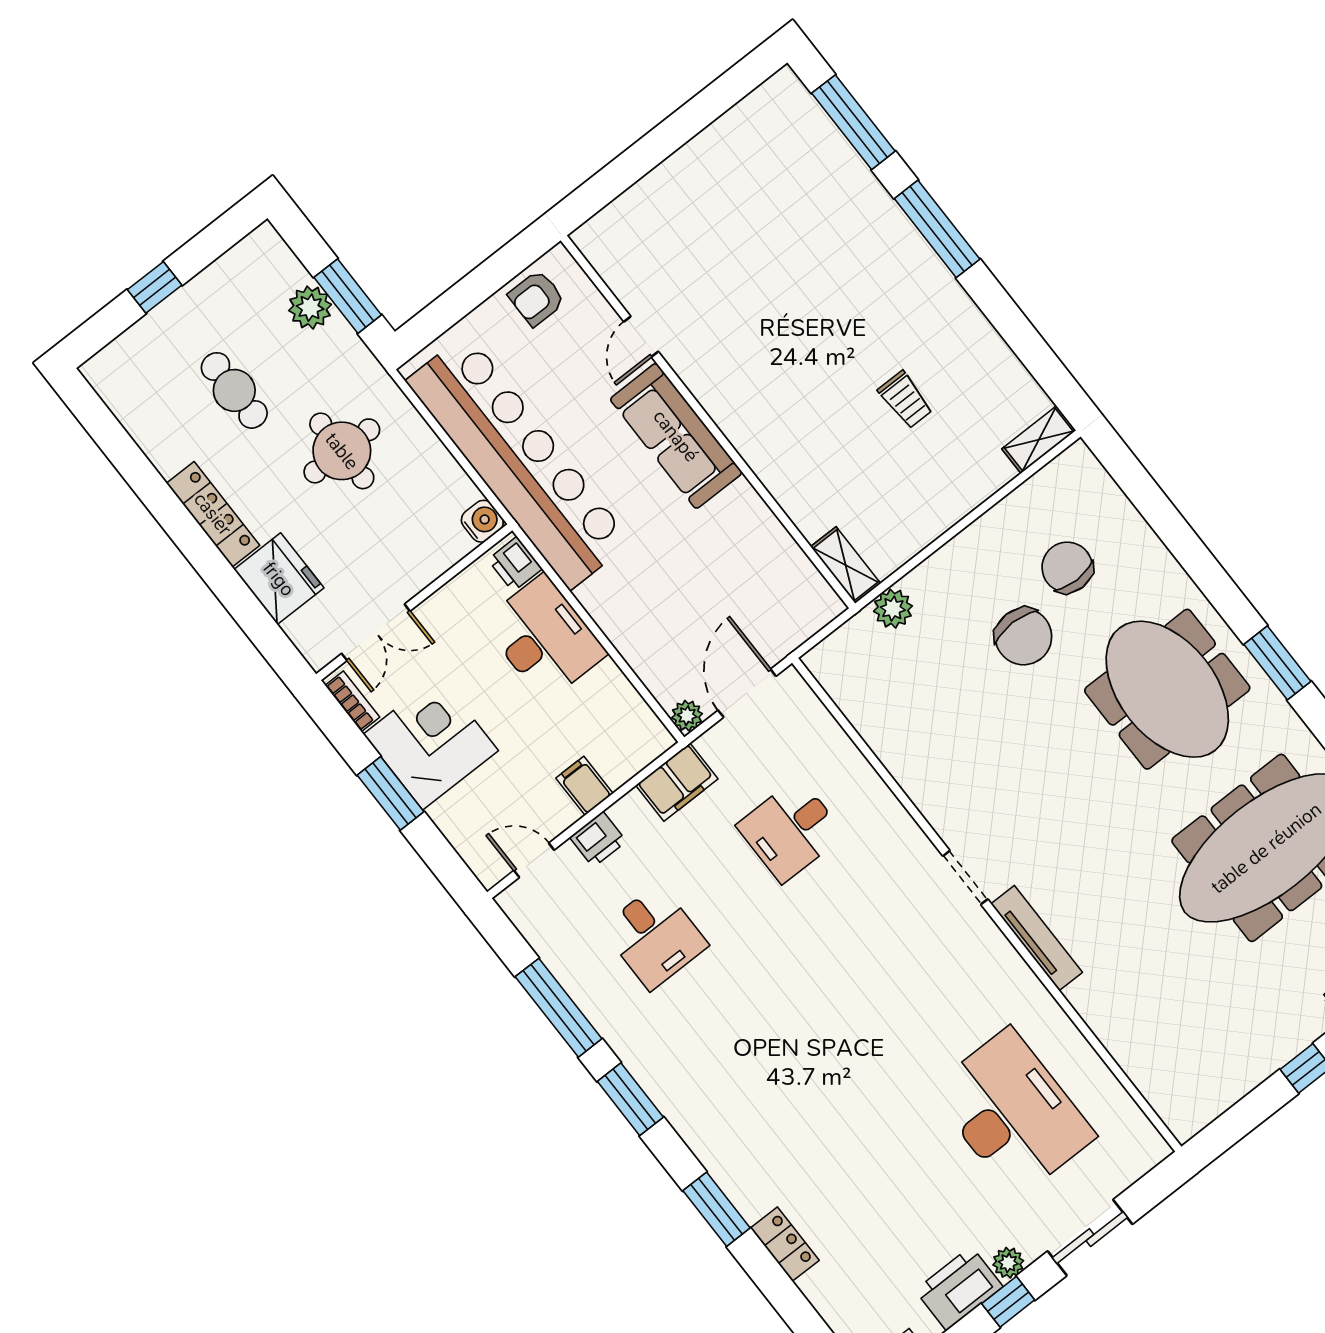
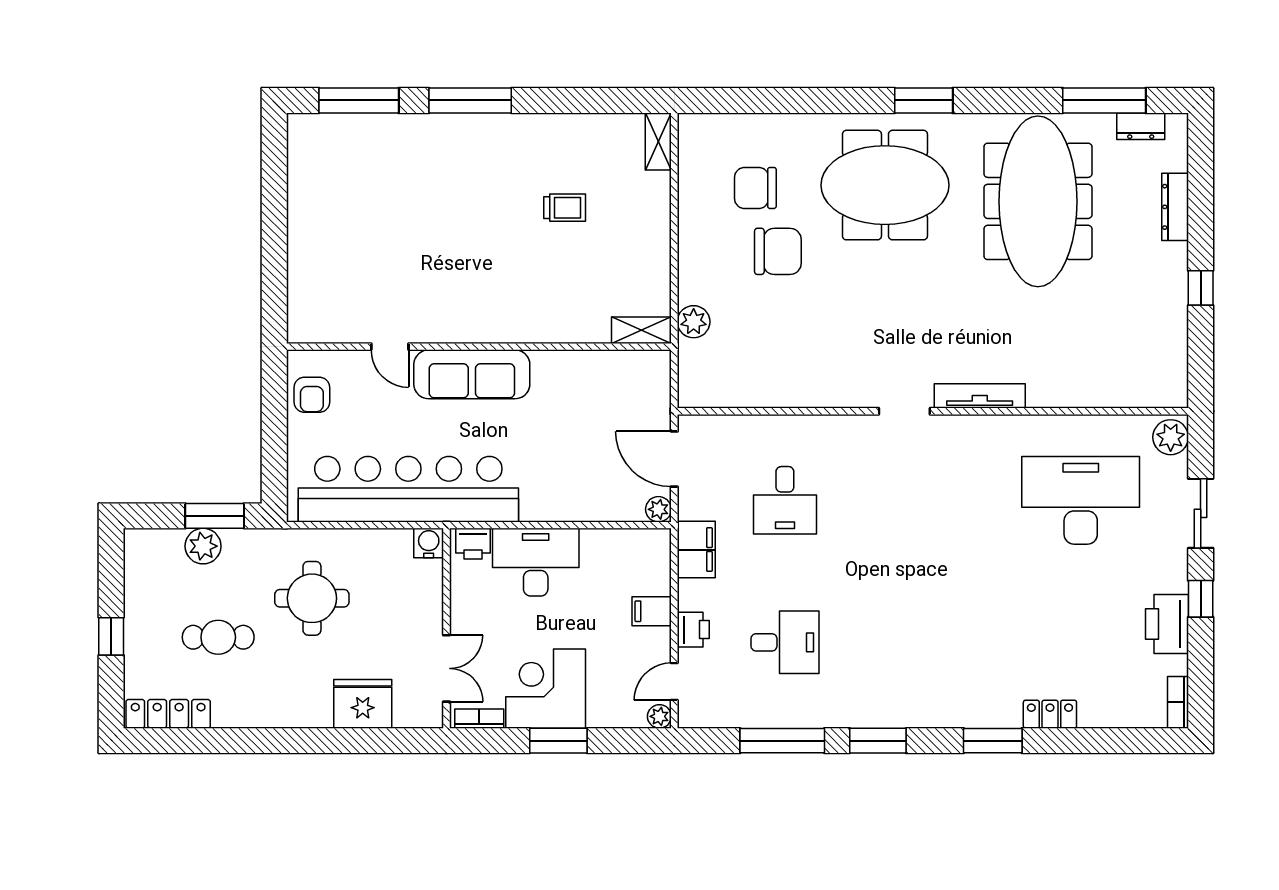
locker: (213, 514) -> (168, 714), moved
plant: (489, 872) -> (659, 716), added
plant: (1008, 1263) -> (1171, 437), moved, width x1.38, depth x1.38

